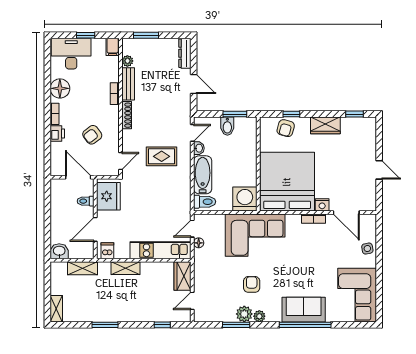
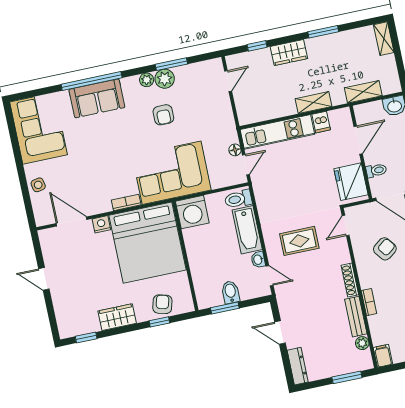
door: (192, 133) -> (270, 276), swing flipped
bookcase: (313, 219) -> (126, 202), moved
dishwasher: (107, 251) -> (321, 122), moved
wardrobe: (182, 276) -> (289, 53), moved, turned 90

